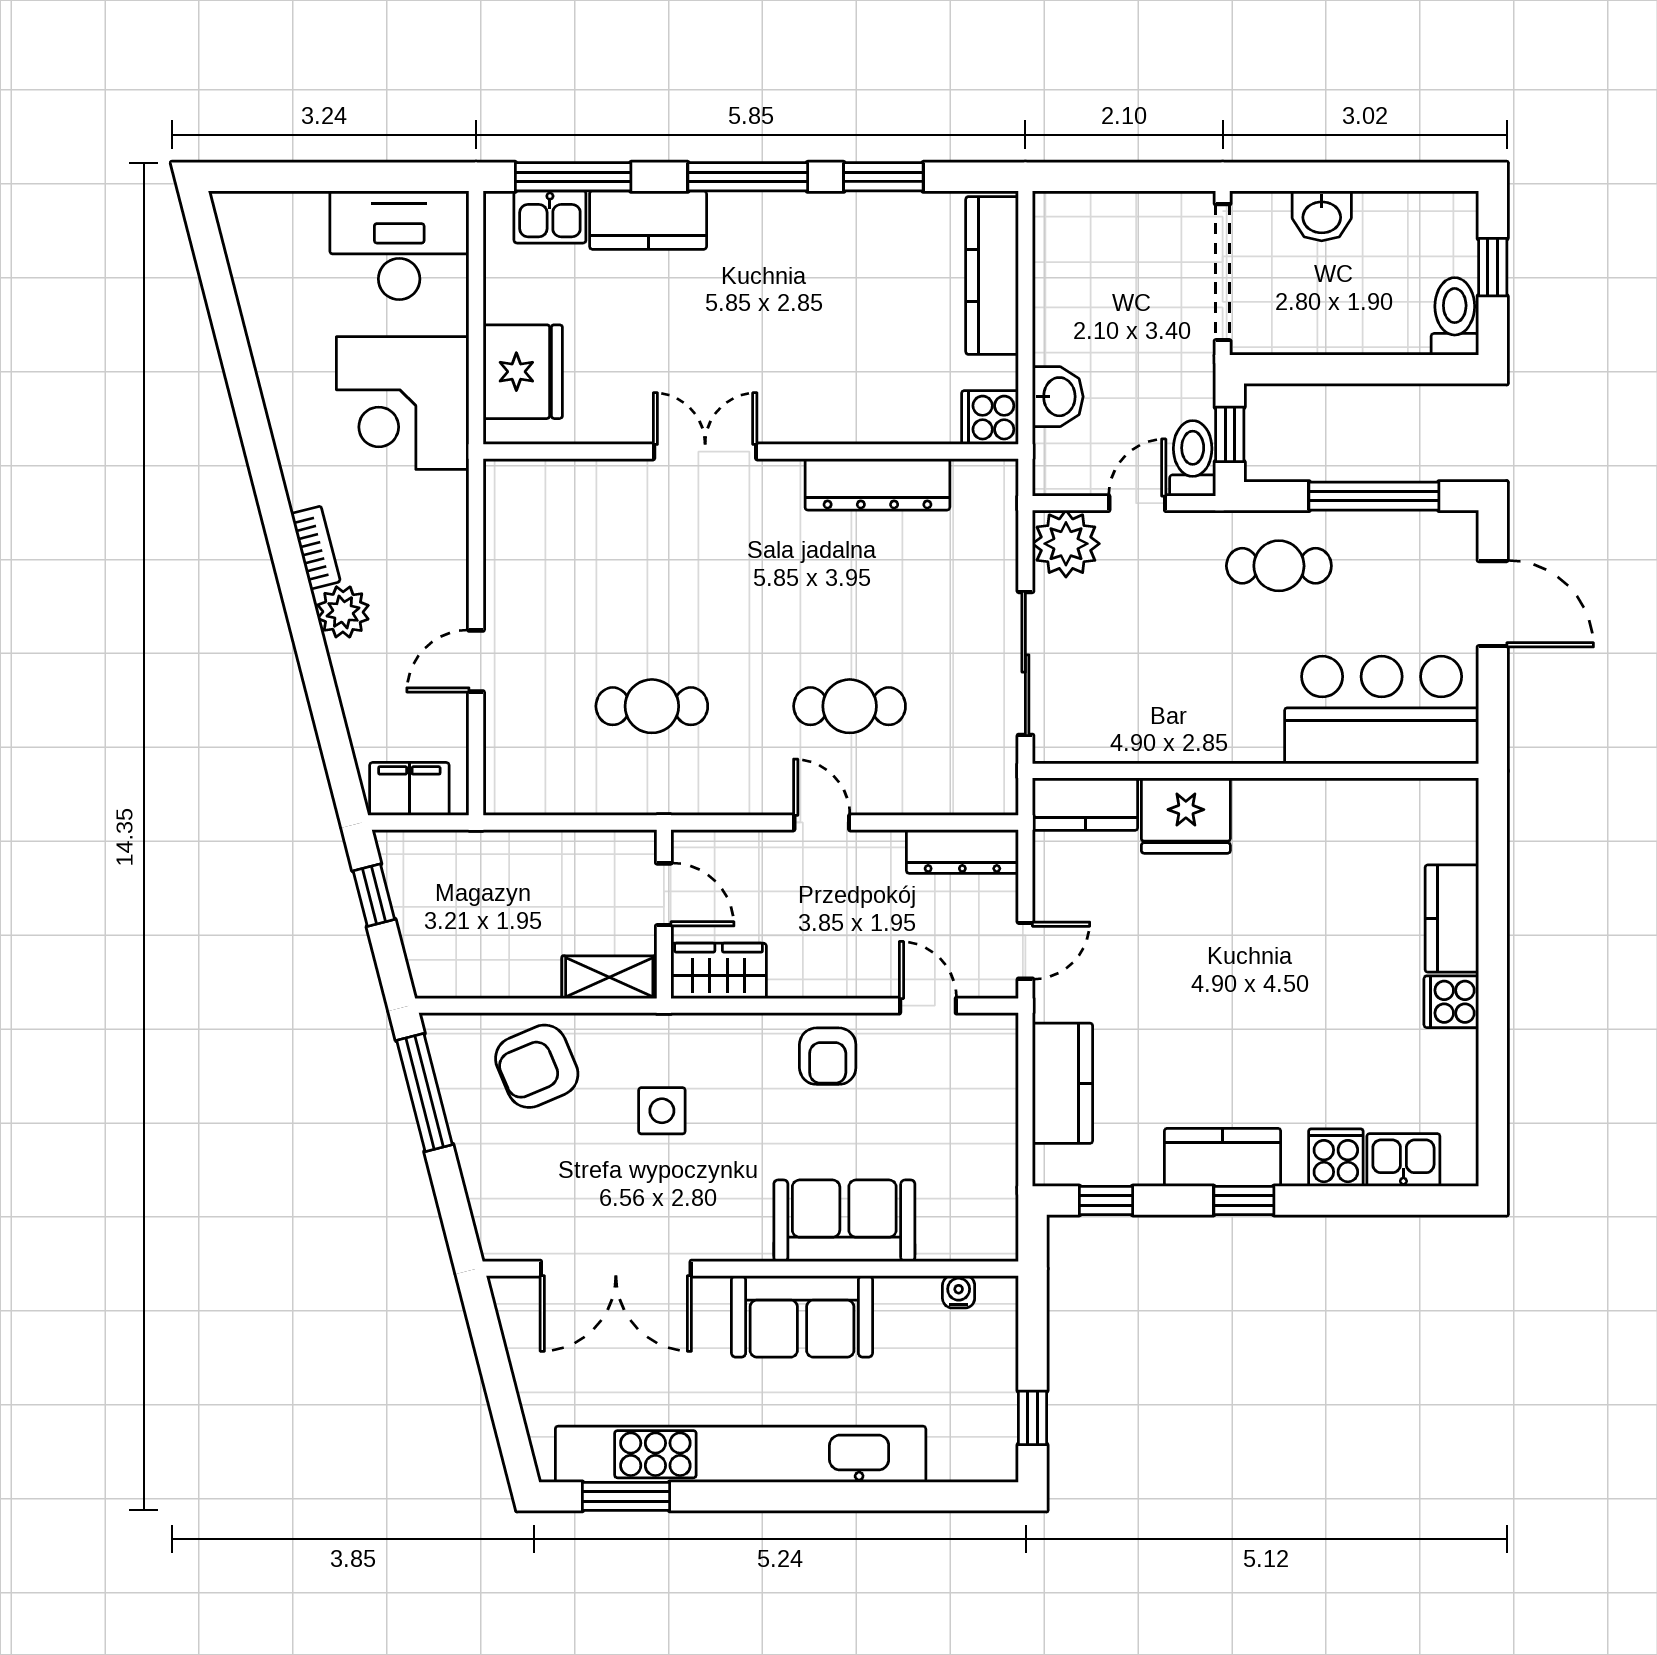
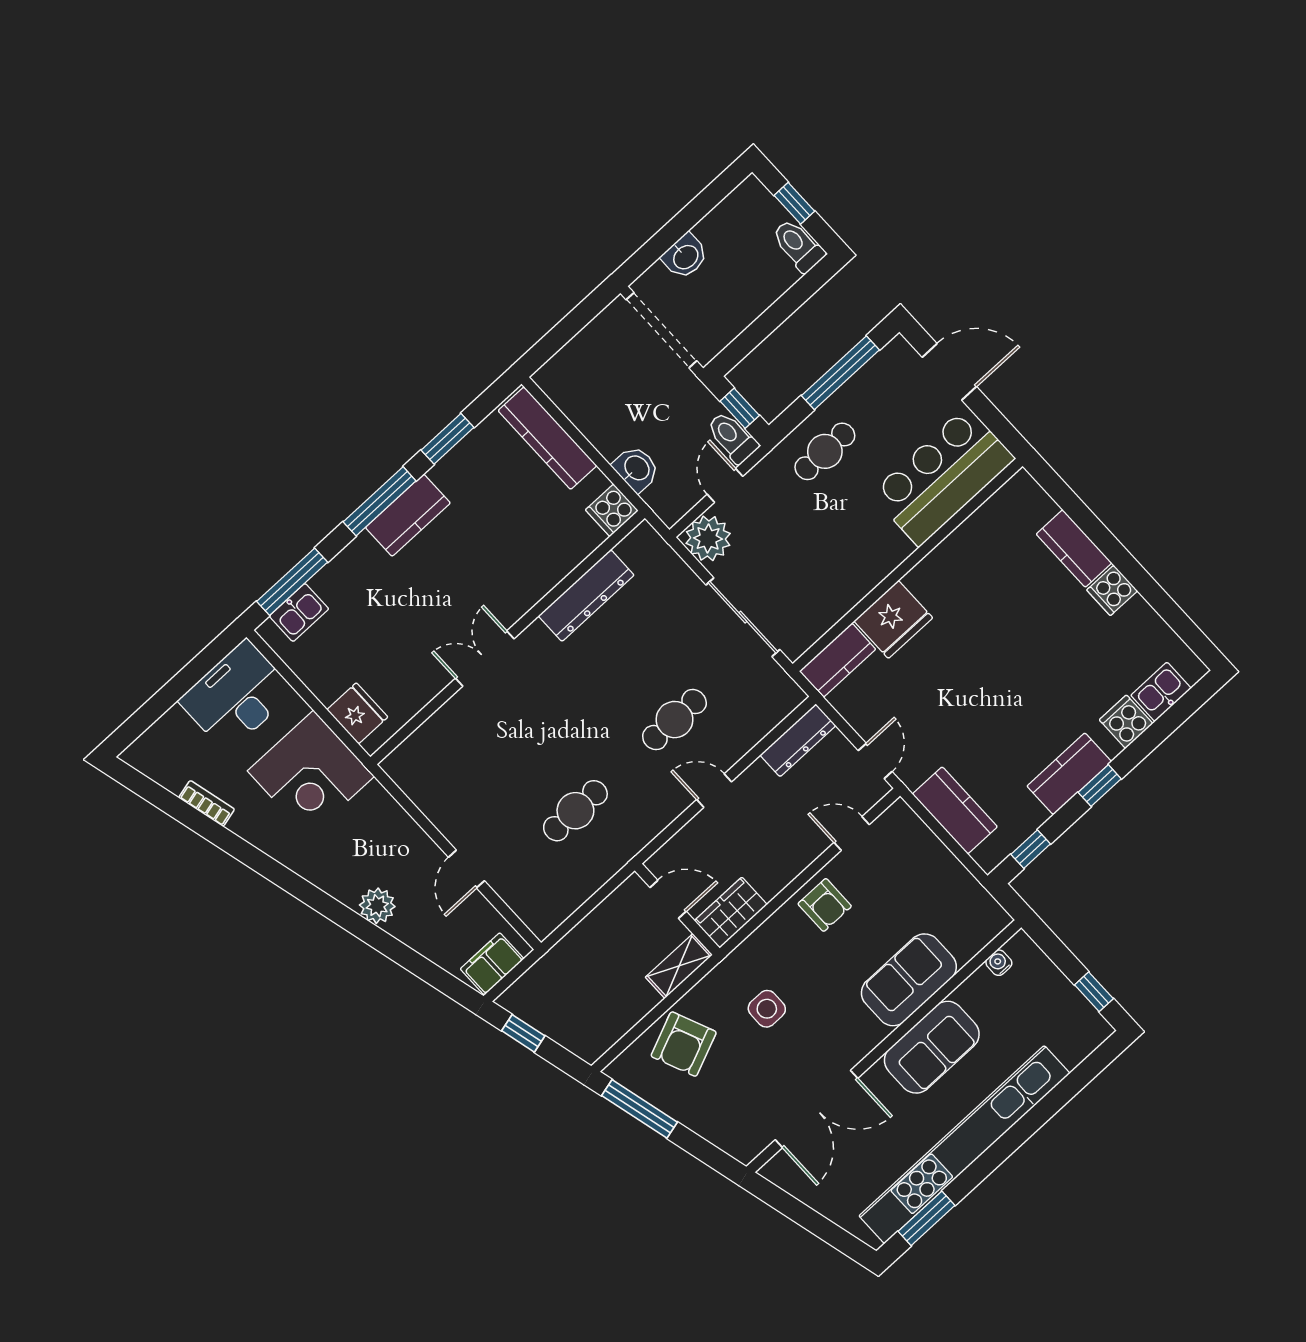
kitchen counter: (648, 220) -> (408, 515), moved
fridge: (523, 372) -> (357, 713), width x0.73, depth x0.75
bookcase: (316, 548) -> (207, 803), moved

